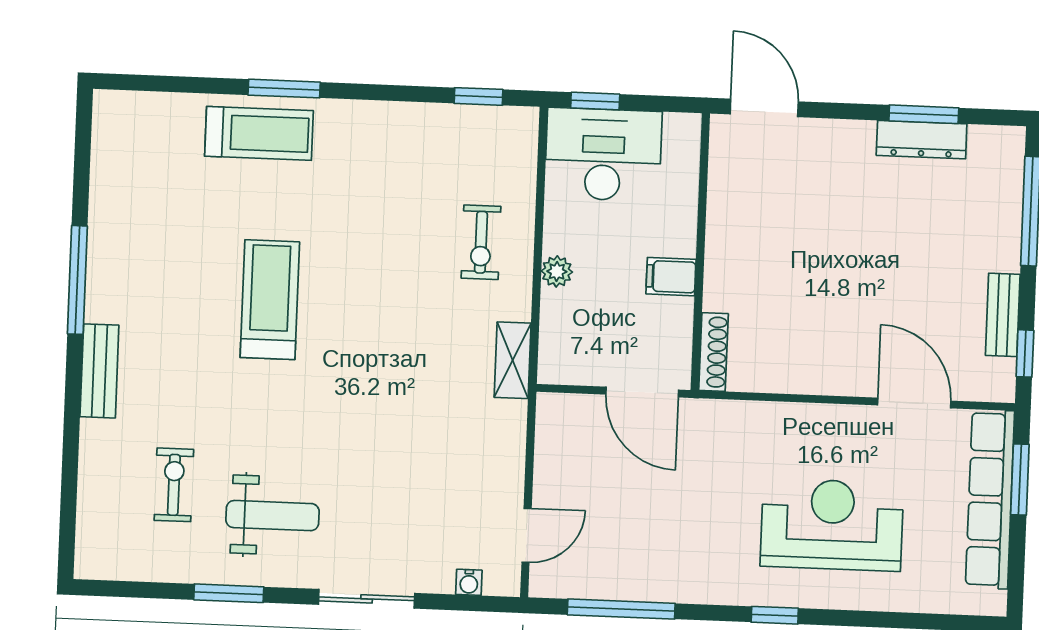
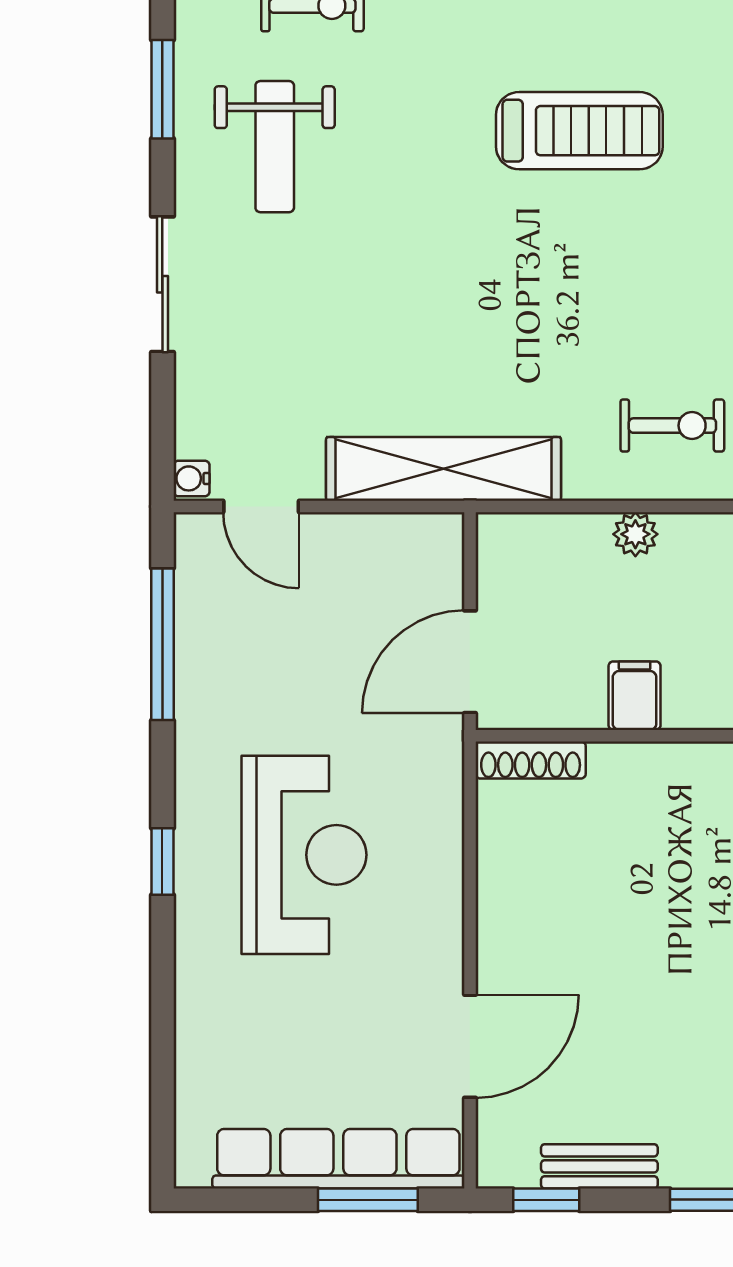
exercise bike: (481, 242) -> (672, 426), turned 180
shelving: (513, 360) -> (444, 469), width x2.20, depth x1.33
reception desk: (832, 525) -> (304, 855), moved
water cooler: (469, 582) -> (192, 478), moved

